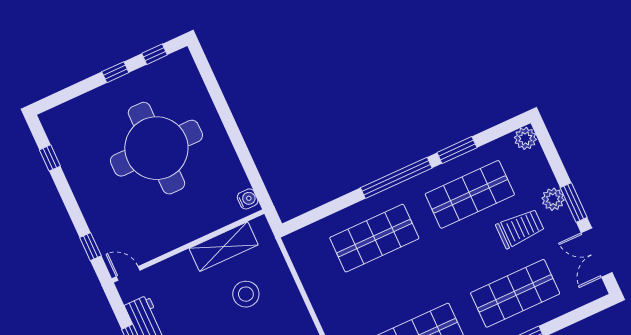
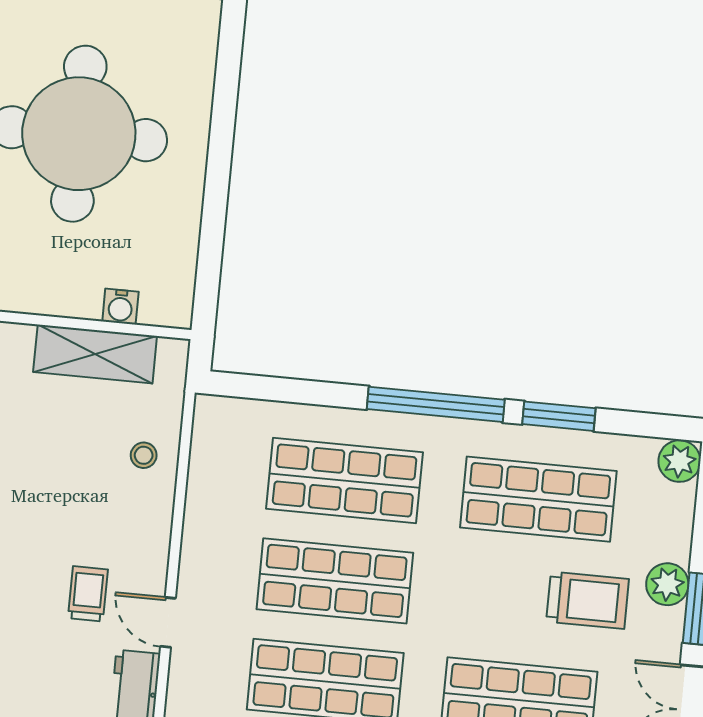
water cooler: (248, 199) -> (120, 307), moved, turned 90
shop shelf: (397, 288) -> (335, 581), added
stool: (246, 294) -> (144, 455), moved, width x0.53, depth x0.53

